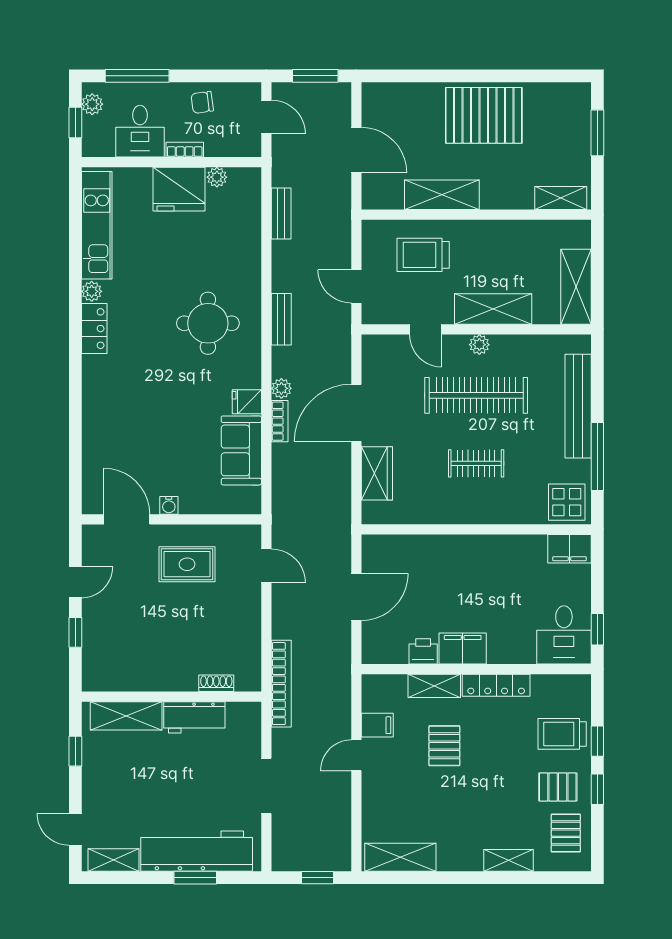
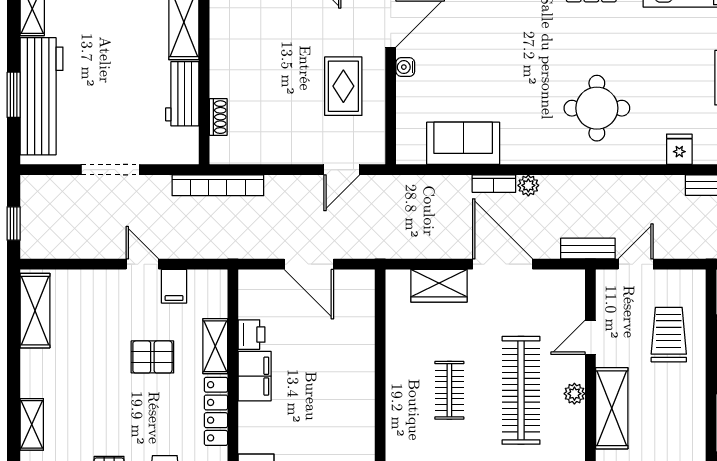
bench: (281, 319) -> (588, 249), moved
fridge: (247, 402) -> (679, 149), moved

